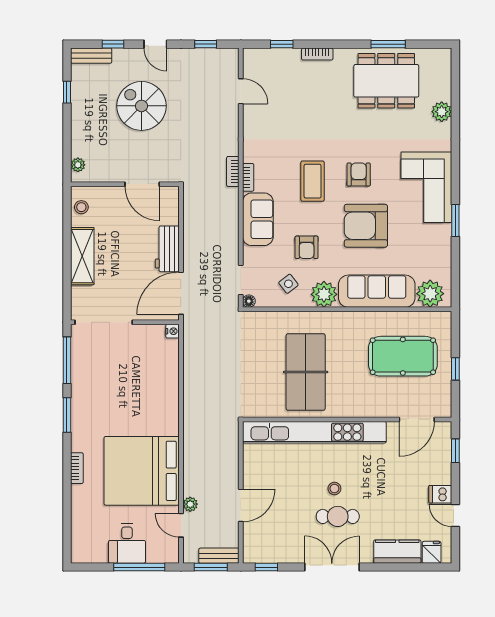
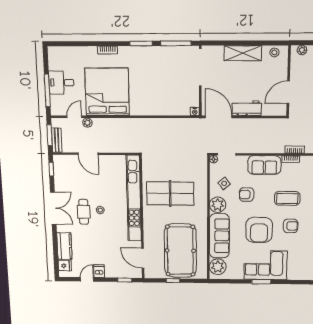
corner sofa: (426, 187) -> (266, 265), moved
armchair: (366, 226) -> (259, 230), turned 180
pool table: (403, 356) -> (180, 251), width x1.36, depth x1.32

